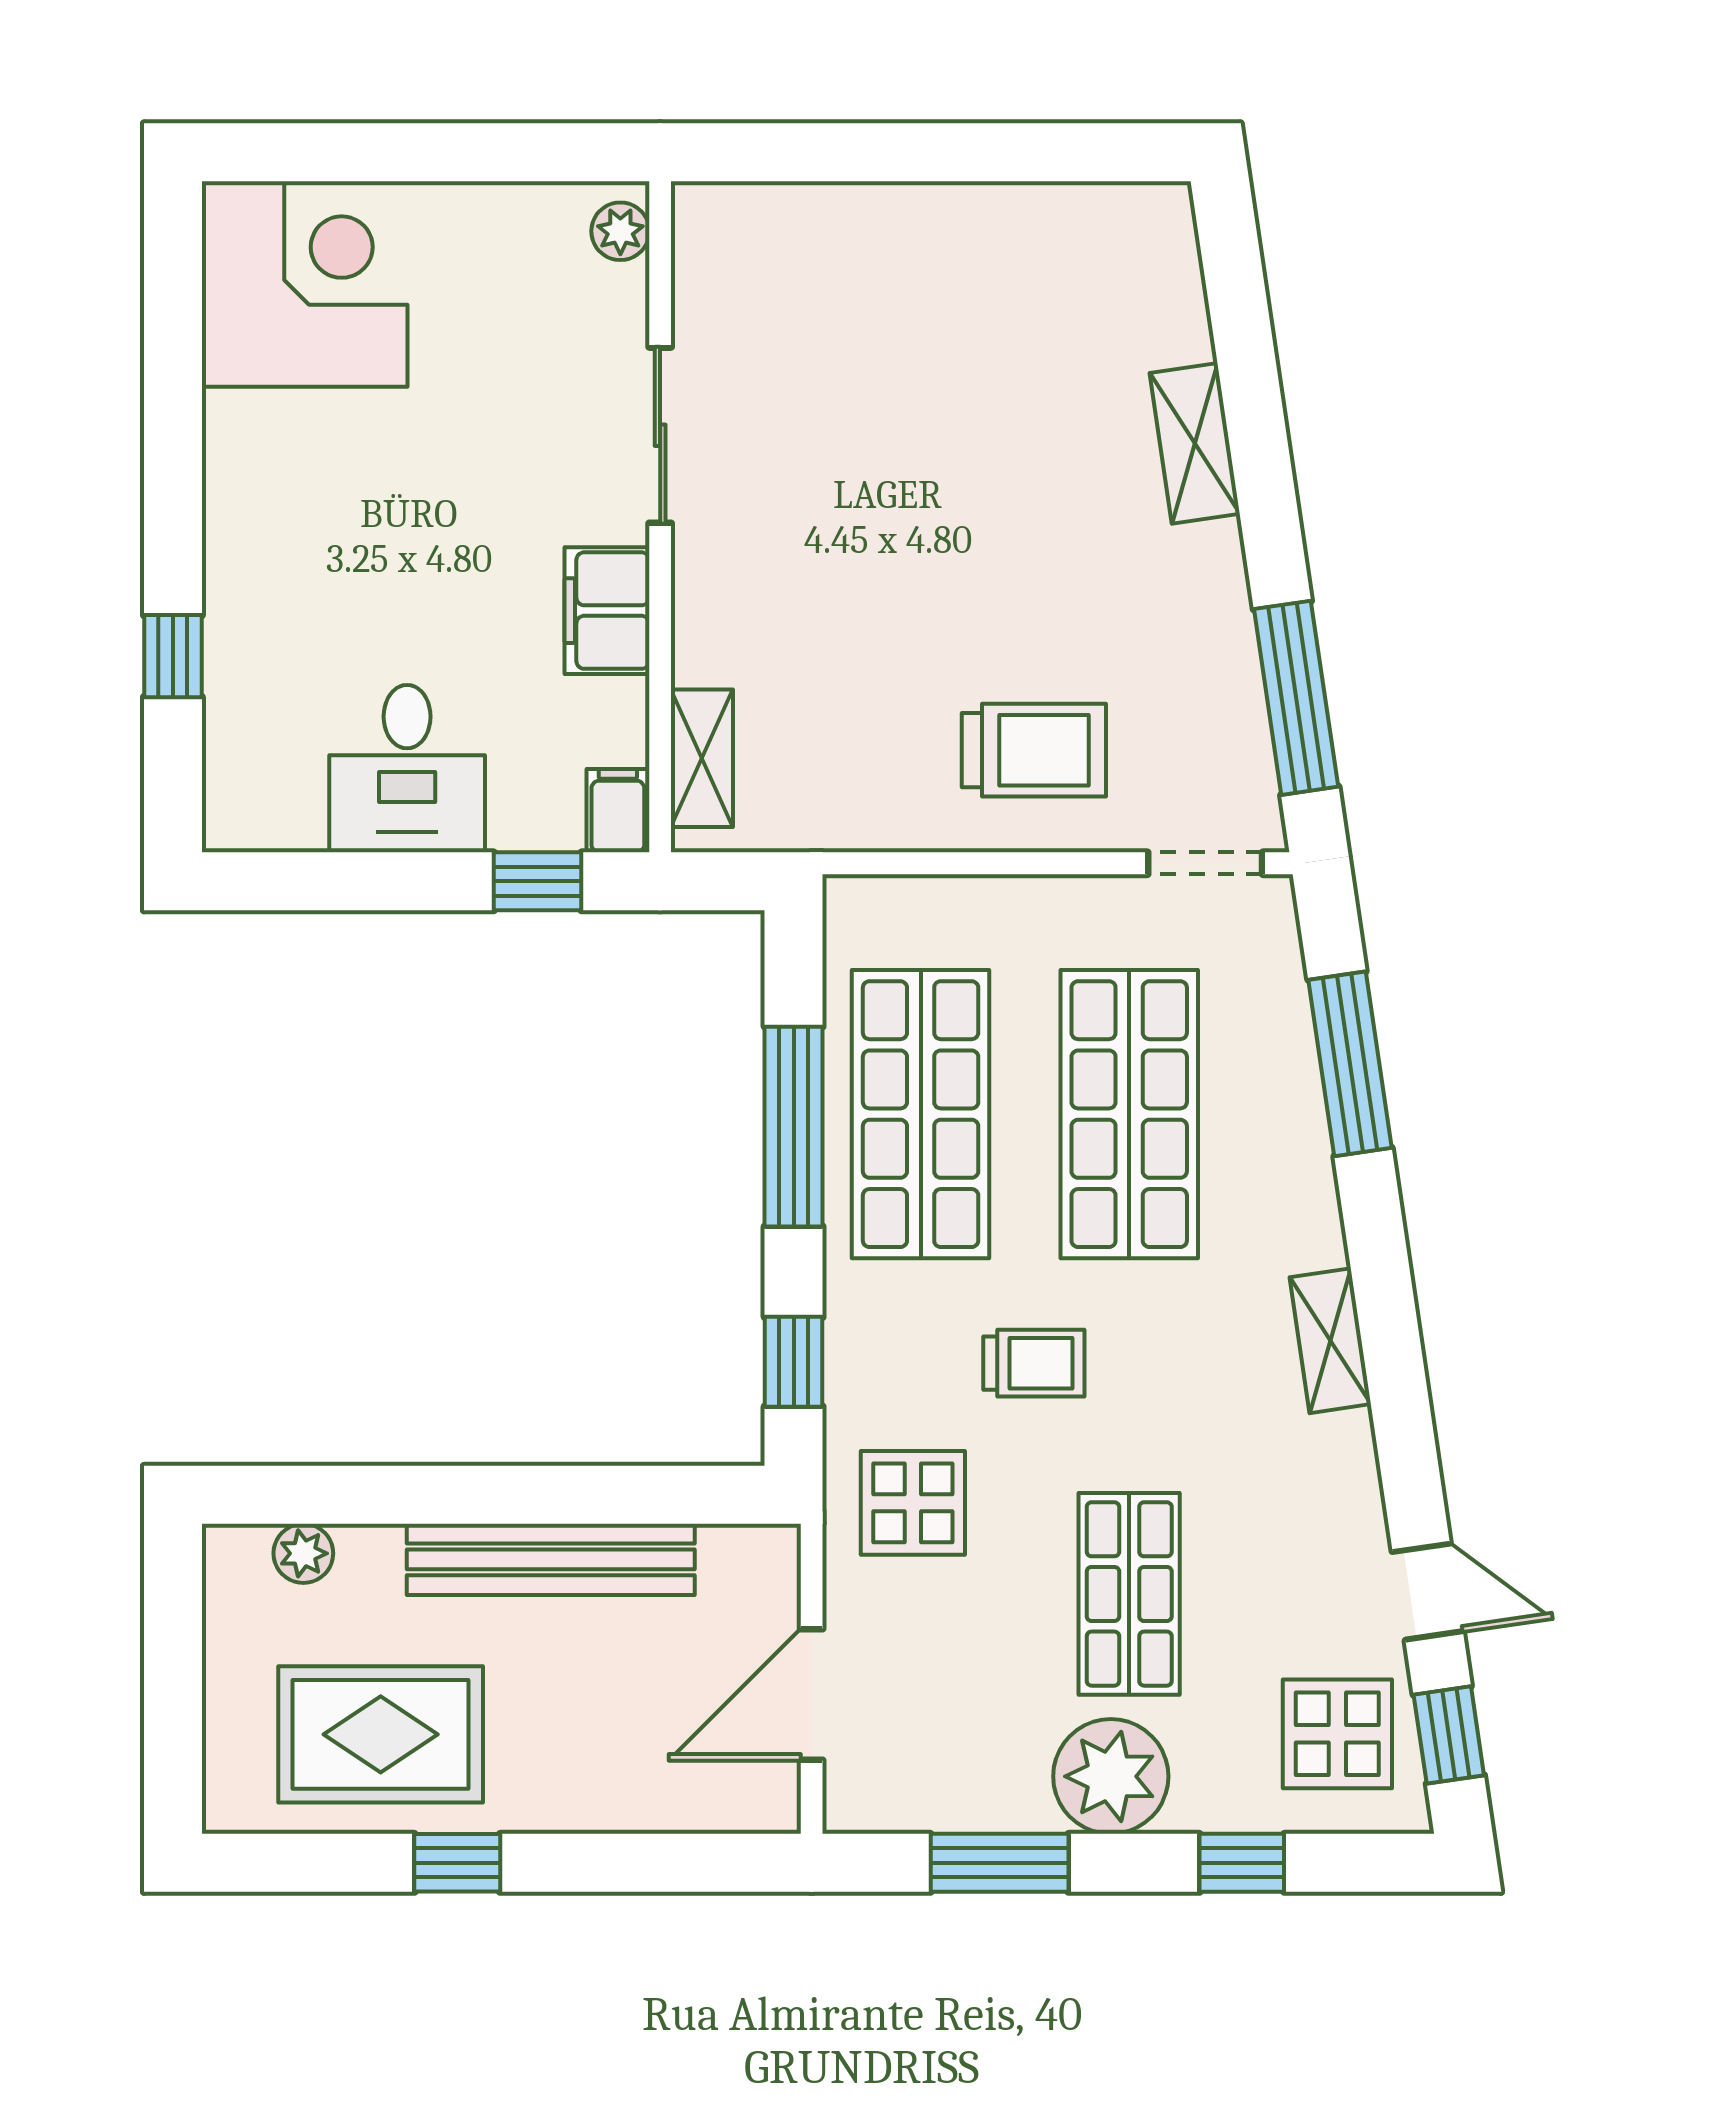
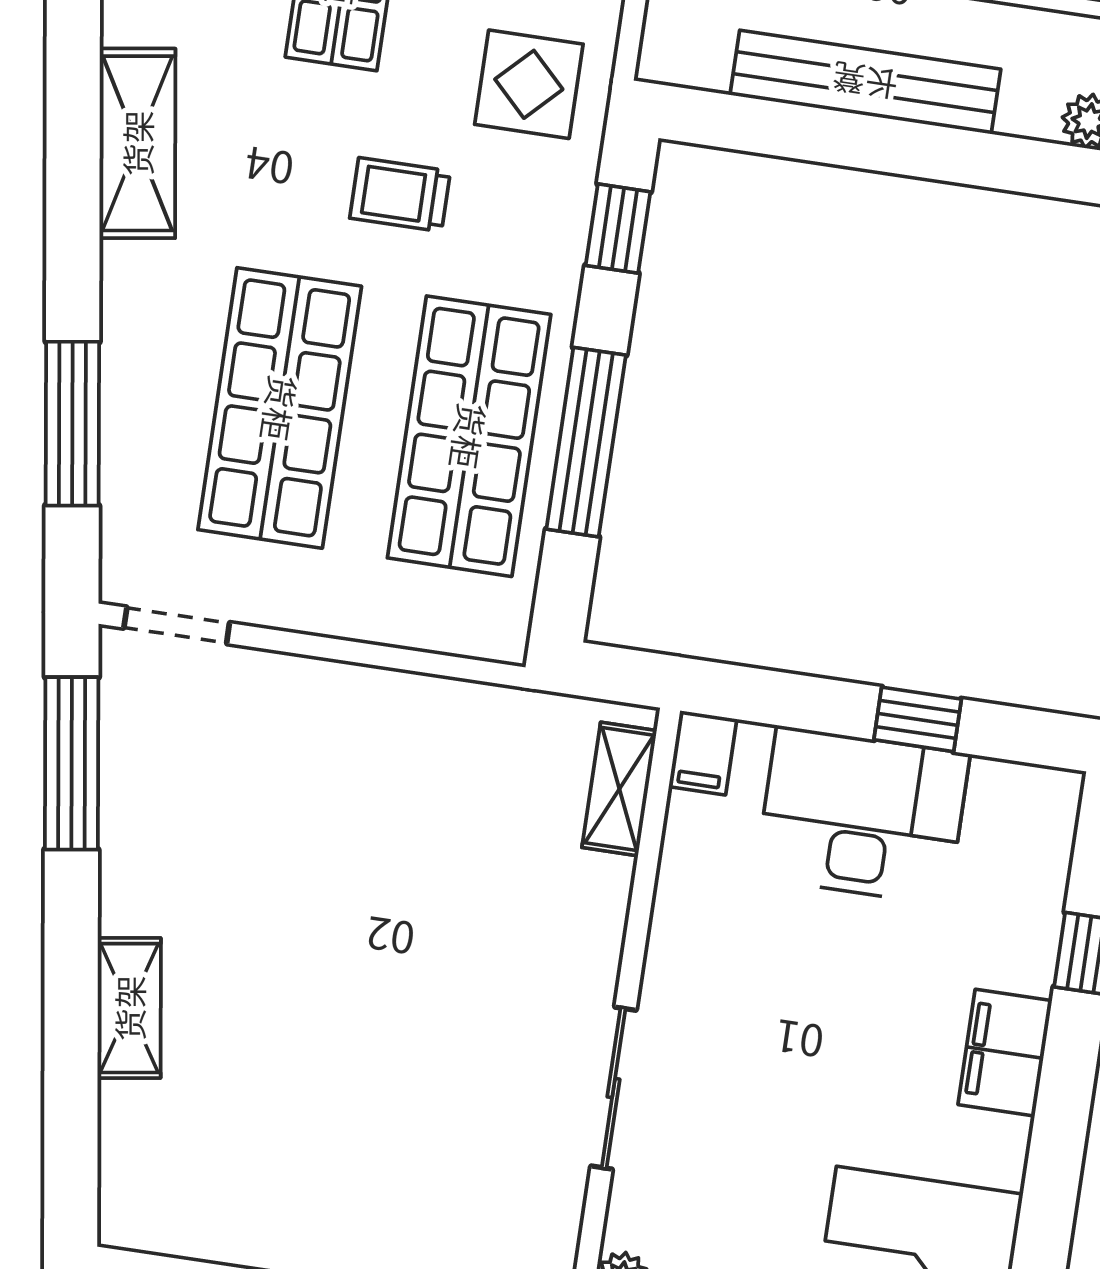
filing cabinet: (607, 611) -> (1005, 1053), moved, turned 180
trolley: (1034, 750) -> (317, 751), removed
desk: (407, 769) -> (862, 816), width x1.37
window: (538, 881) -> (918, 719), moved
shelving: (1330, 1341) -> (137, 143), width x1.50, depth x1.33

